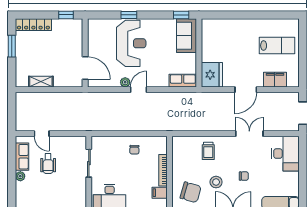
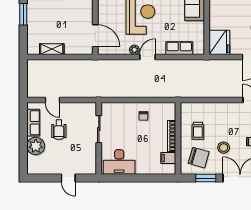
row of seats: (183, 81) -> (179, 48), moved
trolley: (208, 151) -> (198, 131), moved
plant: (20, 176) -> (36, 146), width x1.87, depth x1.87

